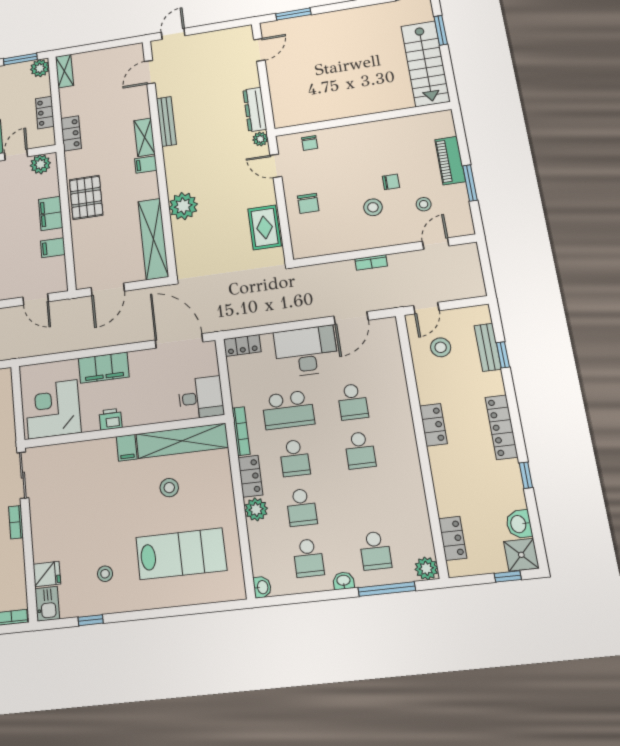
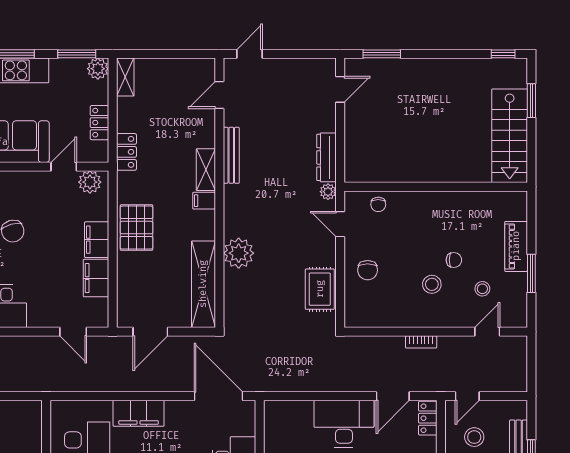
filing cabinet: (53, 248) -> (96, 278), width x2.00
locker: (242, 345) -> (428, 418), moved, turned 90

